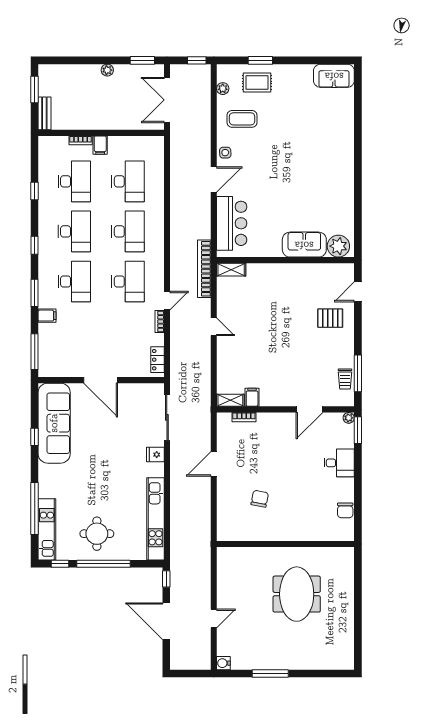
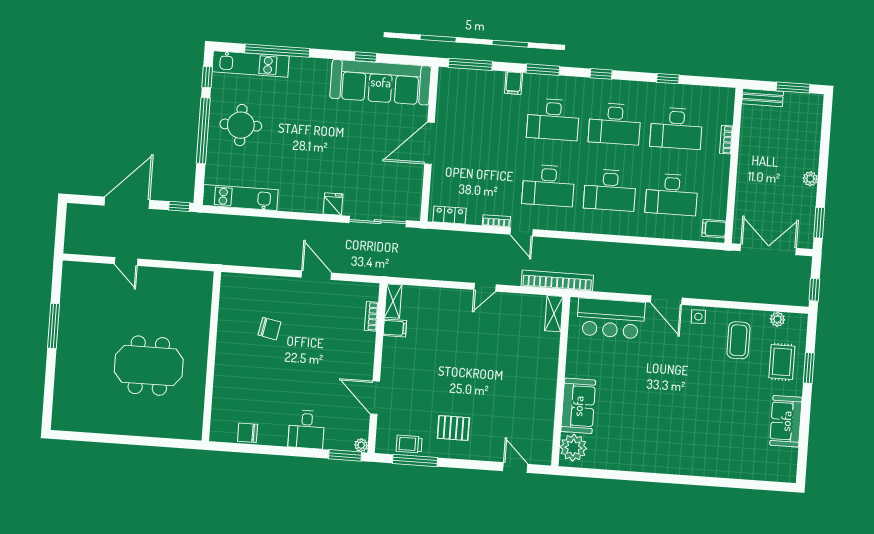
sofa: (334, 76) -> (786, 421), moved
filing cabinet: (100, 145) -> (714, 229), moved
pallet: (330, 318) -> (453, 428), moved, turned 90
kitchen unit: (156, 519) -> (240, 198), width x0.73
water cooler: (223, 663) -> (70, 269), removed

